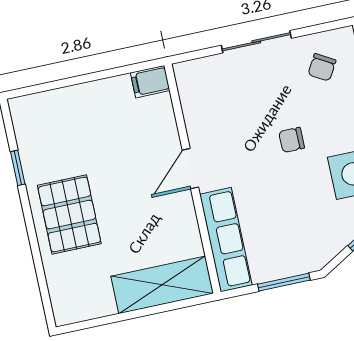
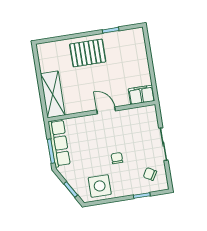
filing cabinet: (150, 82) -> (141, 95), width x2.00
row of seats: (226, 240) -> (59, 143), moved, turned -90

